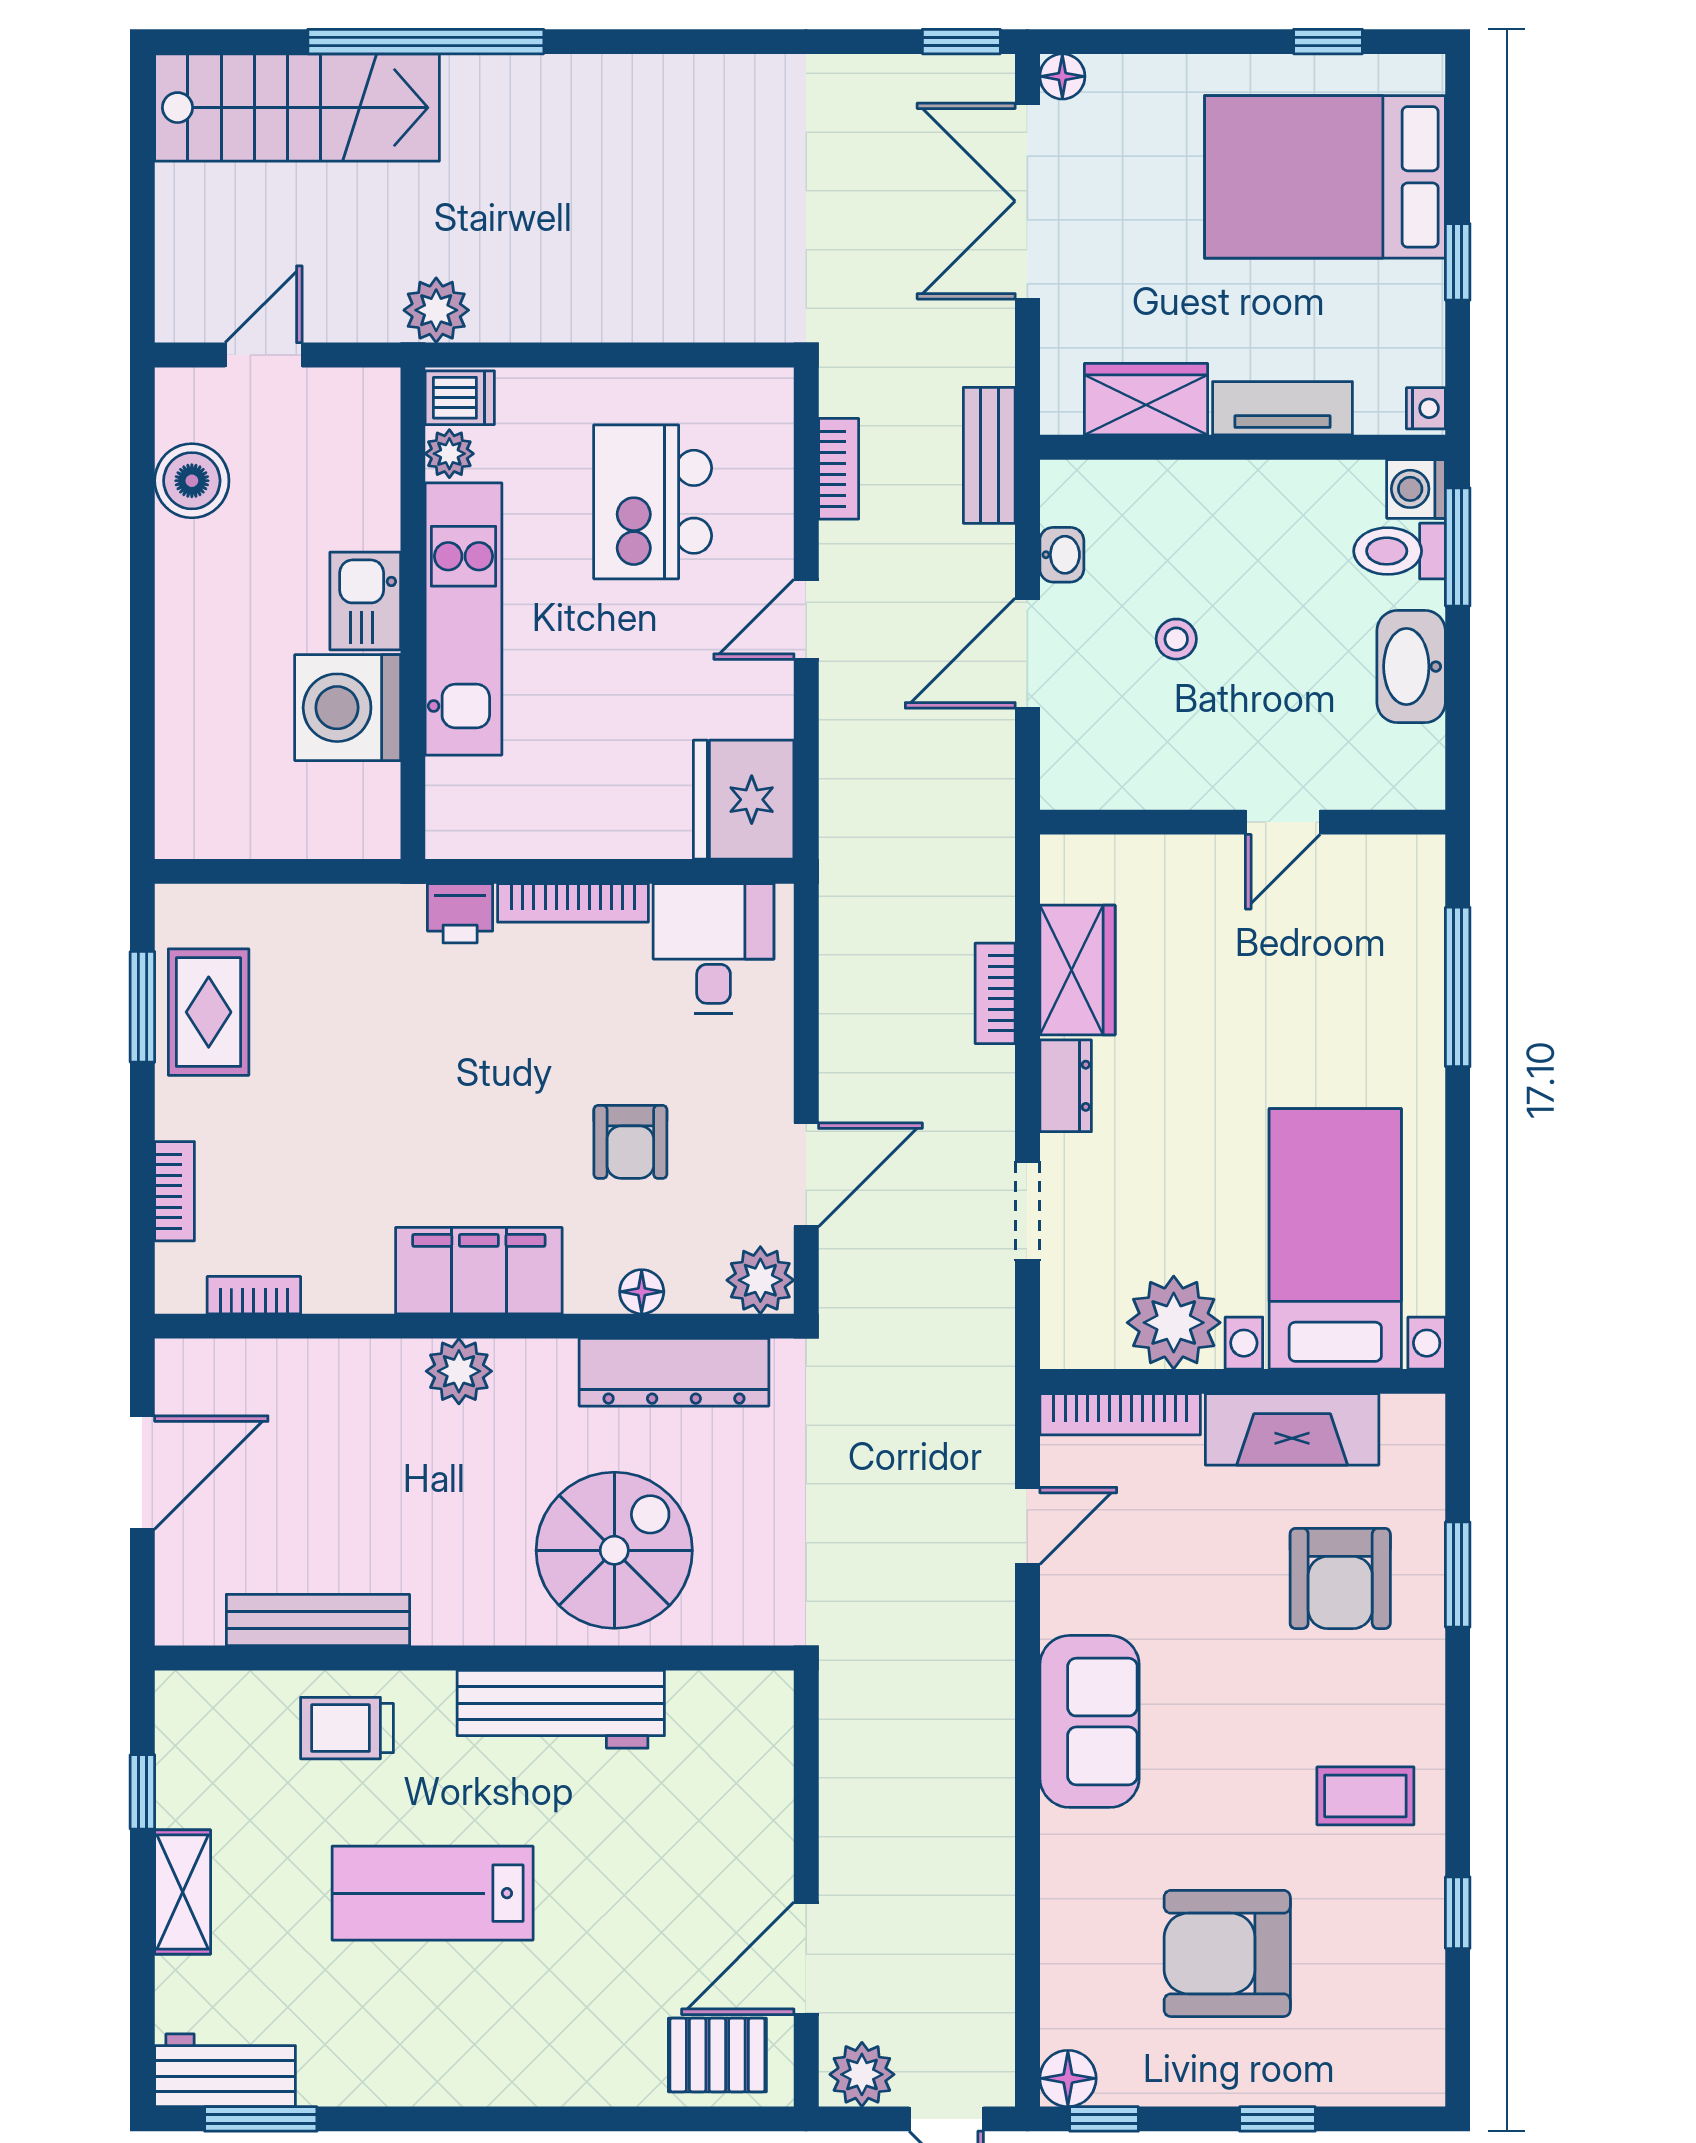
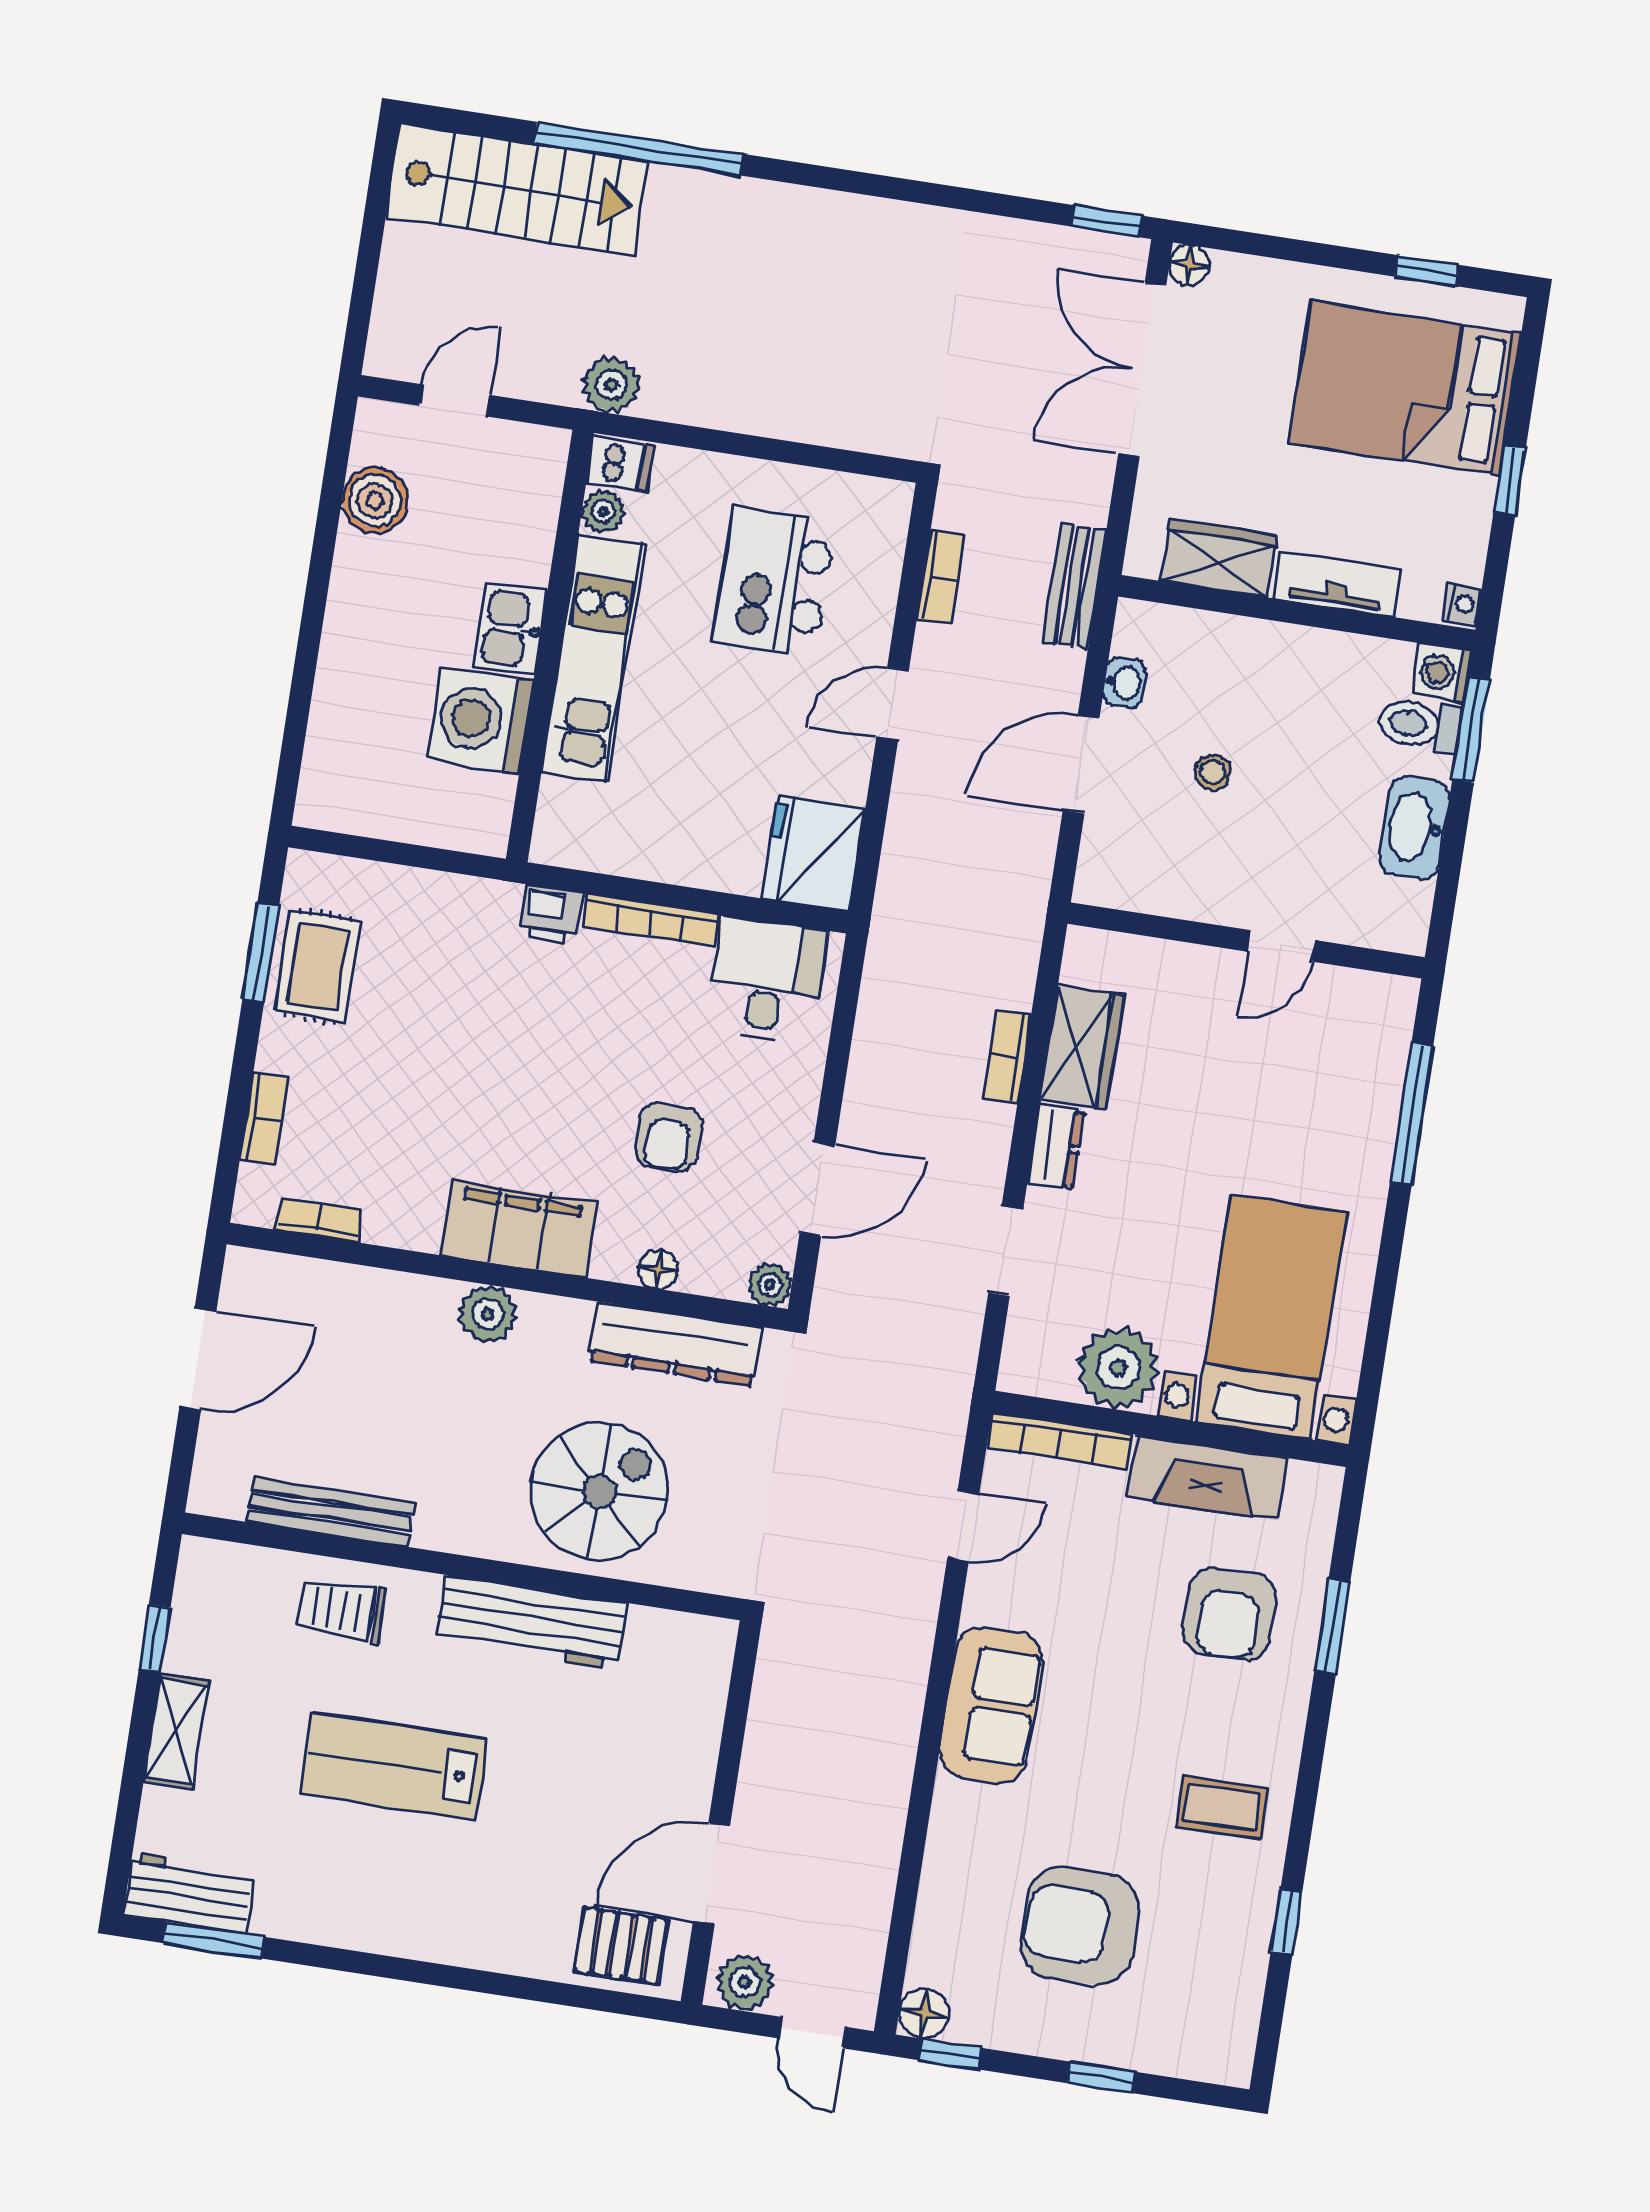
plant: (760, 1280) -> (770, 1284), width x0.73, depth x0.73

